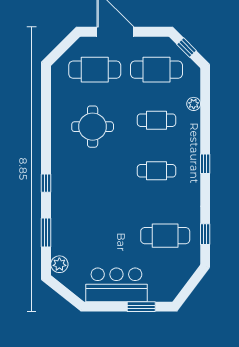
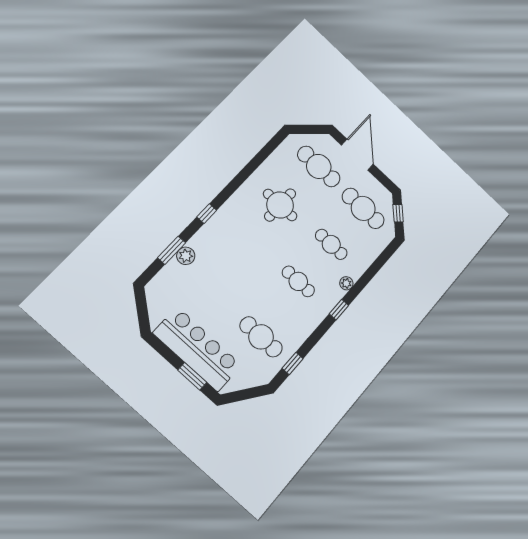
plant: (194, 104) -> (346, 283), moved
plant: (59, 264) -> (186, 256), moved
bar counter: (116, 285) -> (197, 349), width x1.36

